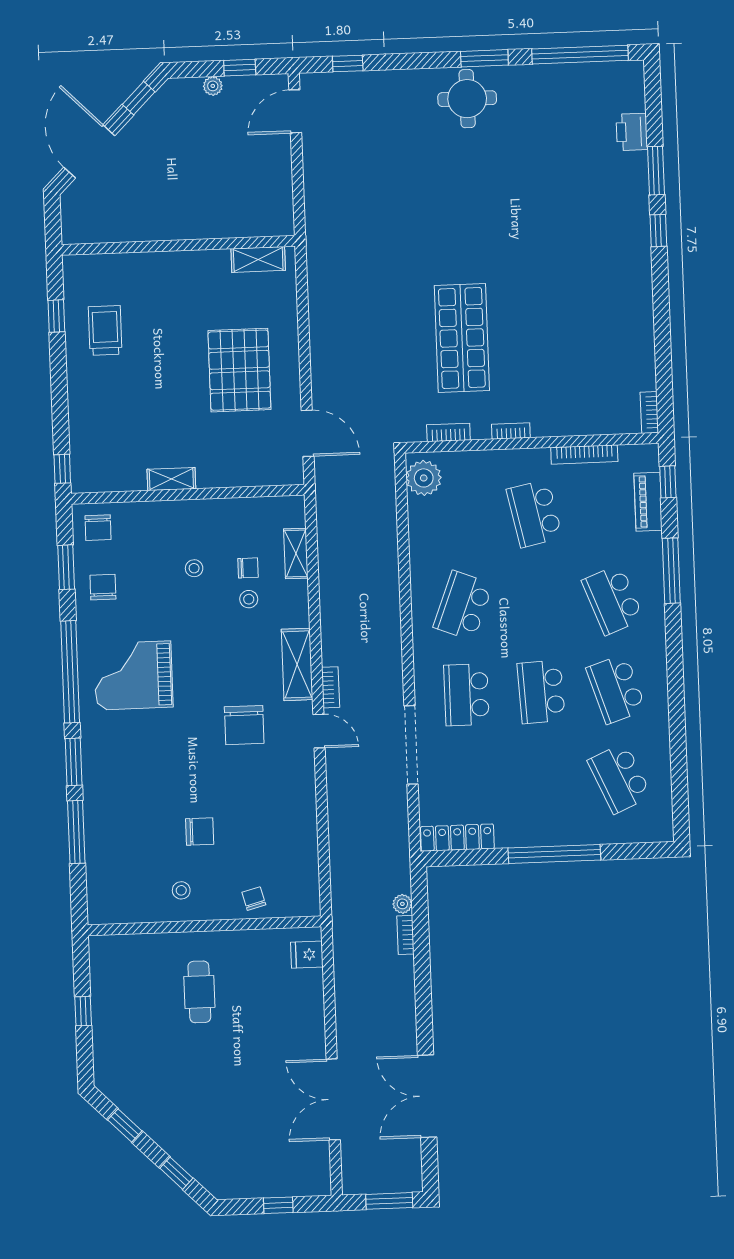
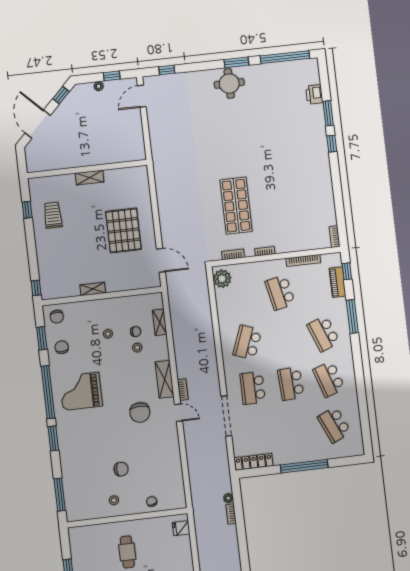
shelving: (258, 259) -> (90, 178), moved
window: (76, 832) -> (60, 495), moved

